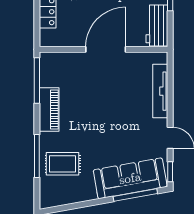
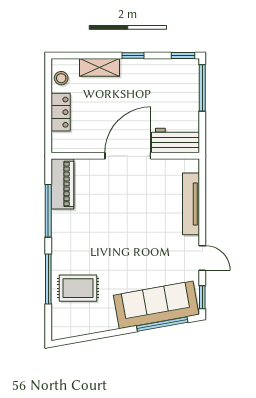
workbench: (157, 26) -> (176, 140), moved, turned 90
window: (37, 80) -> (48, 211), moved
piano: (49, 109) -> (62, 184), moved

